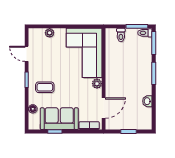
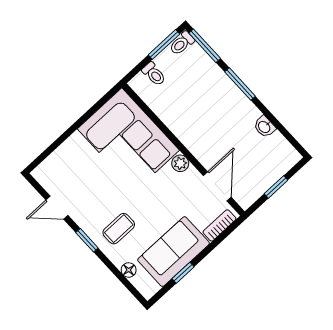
plant: (50, 33) -> (61, 154), removed

